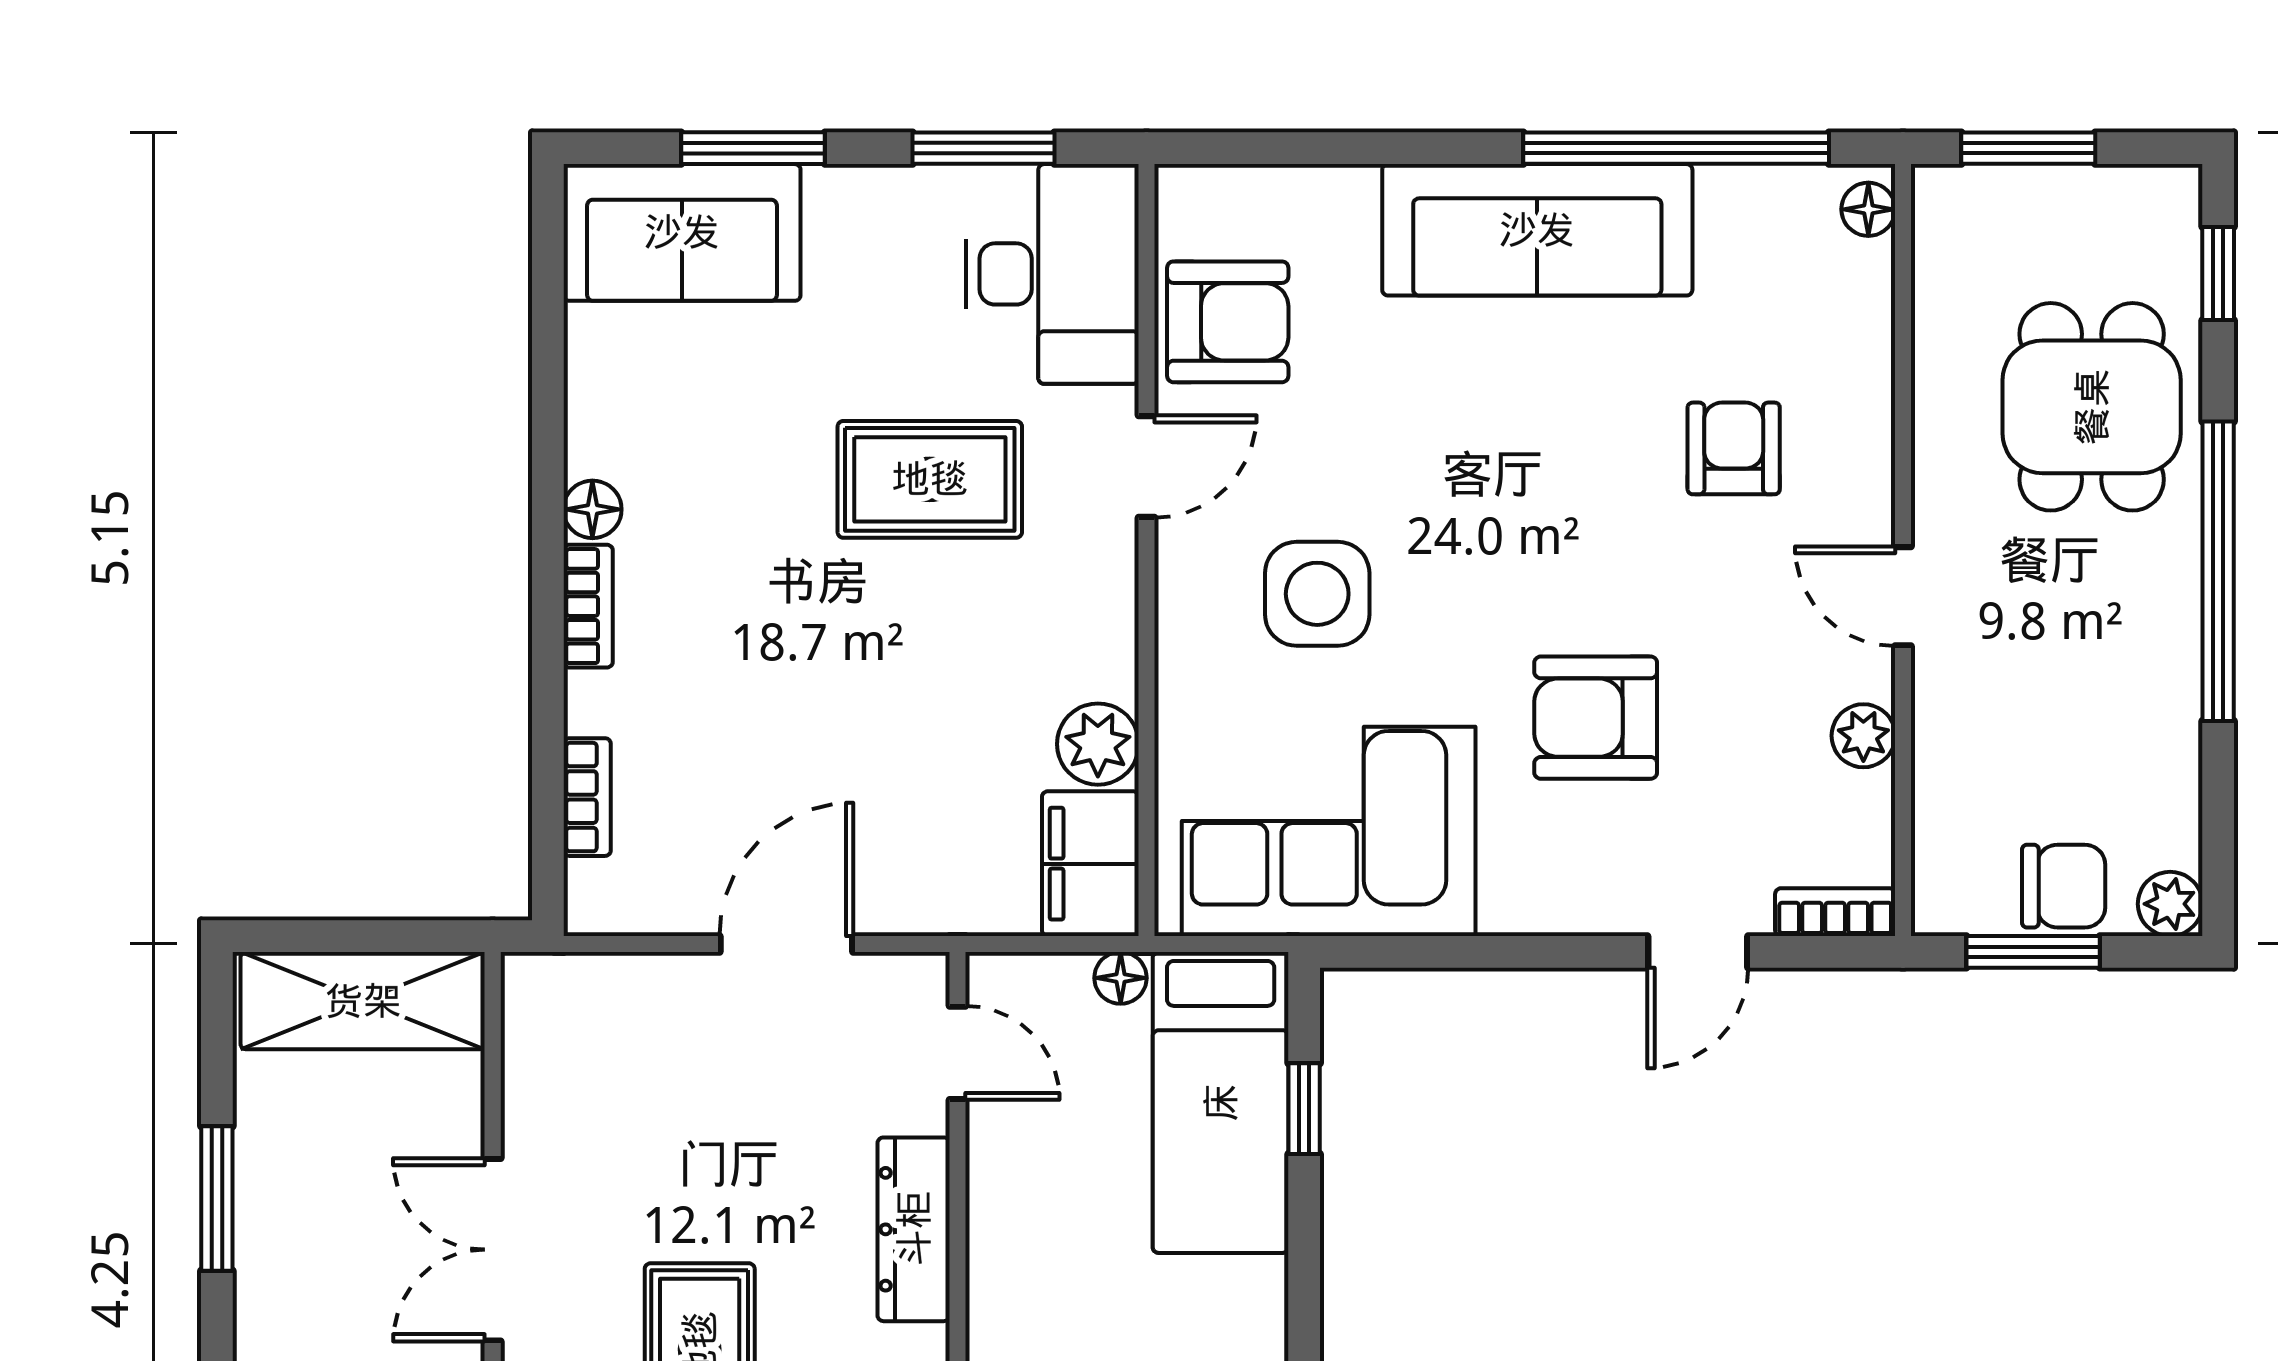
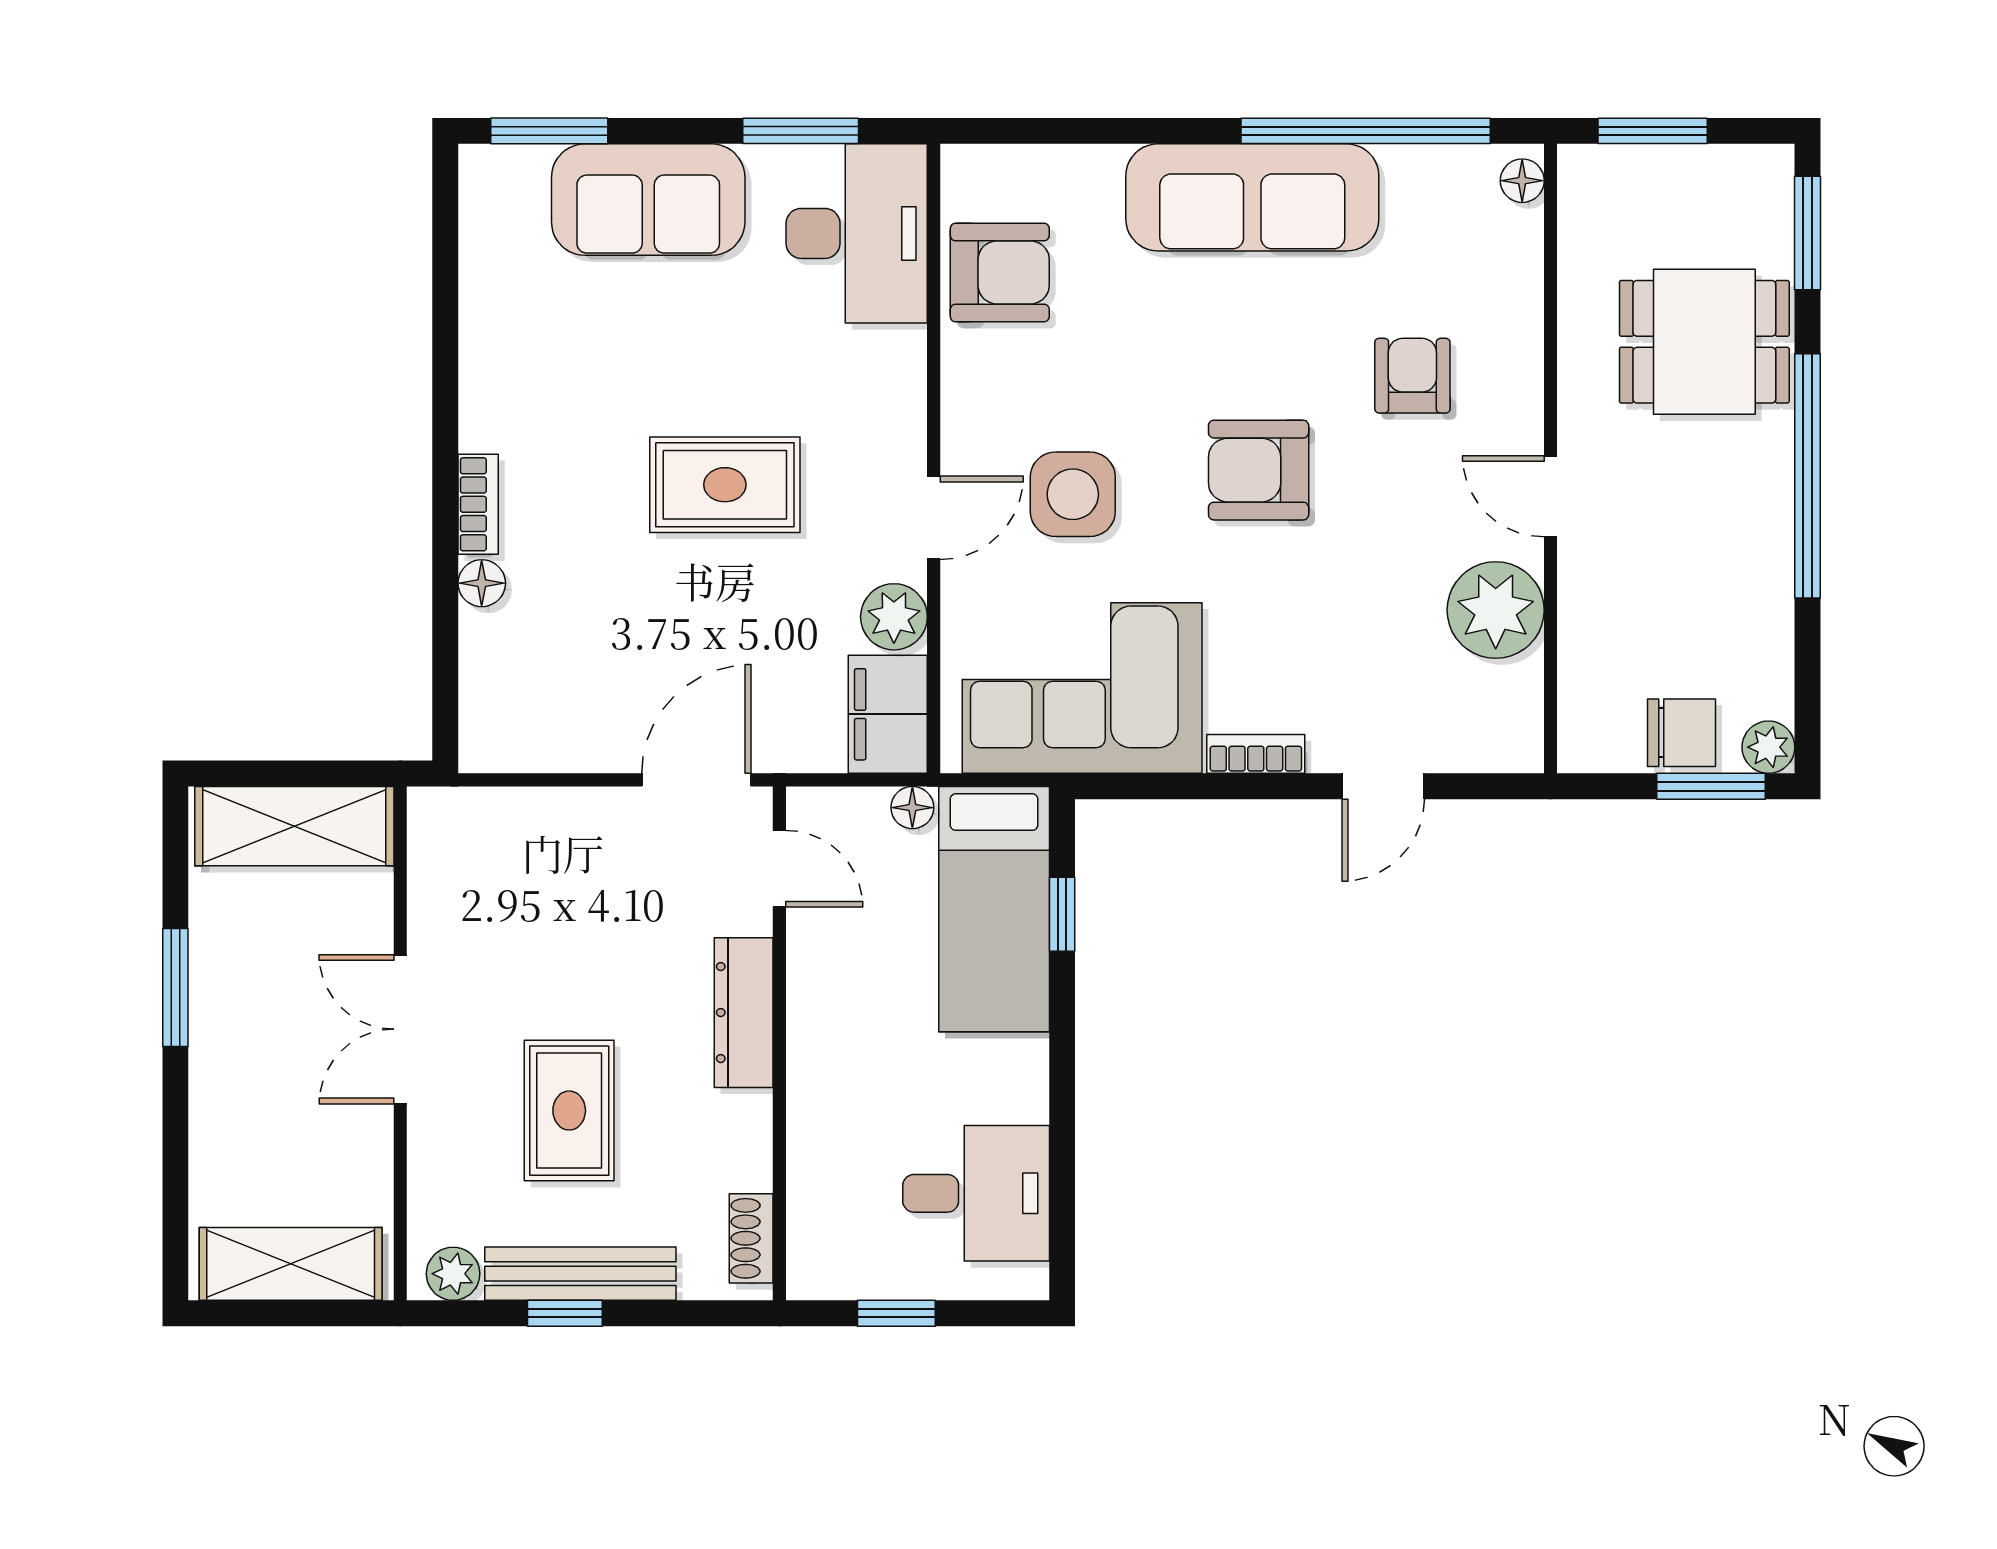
window: (753, 148) -> (549, 131), moved
sofa: (682, 232) -> (648, 200), moved
window: (2218, 273) -> (1808, 233), width x1.50
dining table: (2092, 407) -> (1704, 342), turned 90
door: (1147, 466) -> (934, 518), moved
rug: (930, 479) -> (725, 485), moved
floor lamp: (592, 509) -> (482, 583), moved
armchair: (1596, 718) -> (1259, 470), moved
plant: (1863, 736) -> (1496, 610), width x1.88, depth x1.88
bookcase: (587, 797) -> (477, 660), removed
bookcase: (1835, 912) -> (1256, 754), moved
door: (786, 944) -> (696, 780), moved
window: (2033, 952) -> (1711, 786), moved

